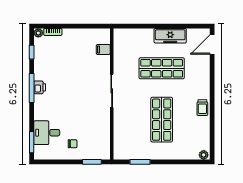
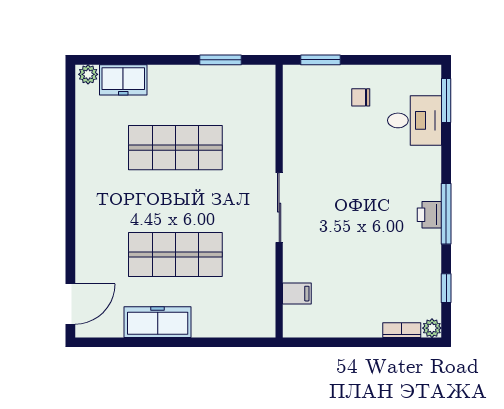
trolley: (202, 108) -> (91, 173), removed
shop shelf: (162, 120) -> (175, 148), turned 90
freezer: (187, 152) -> (123, 80), added

